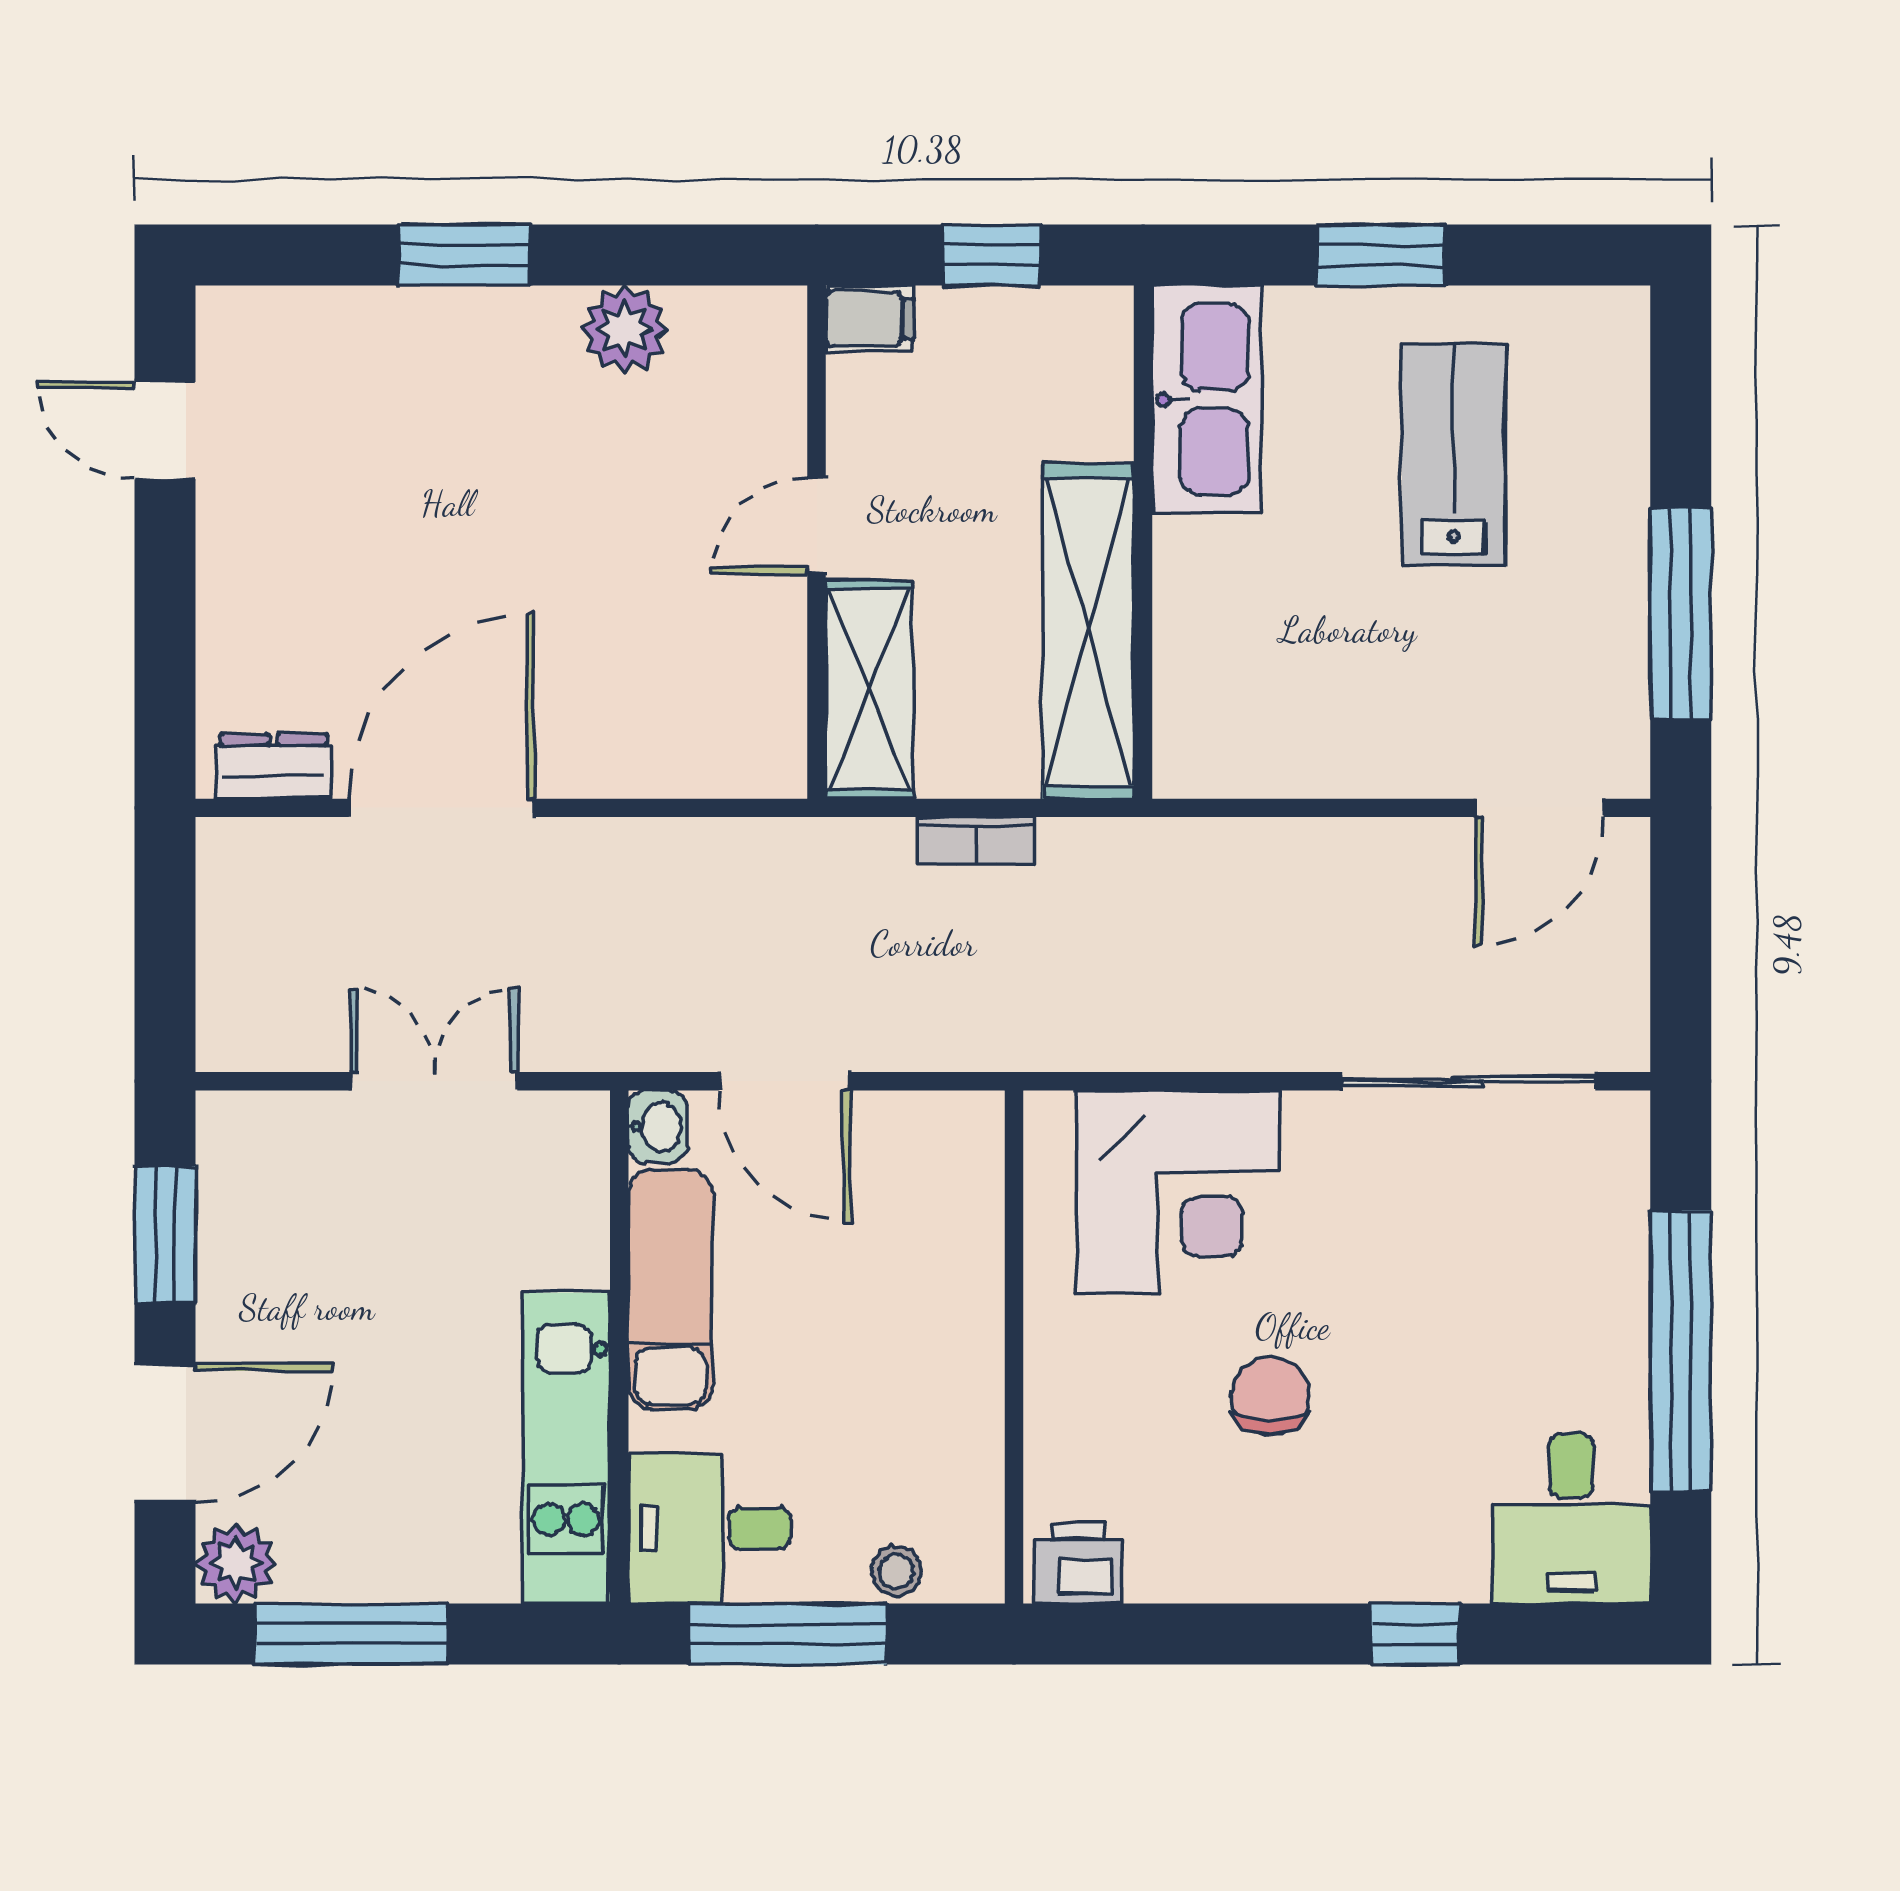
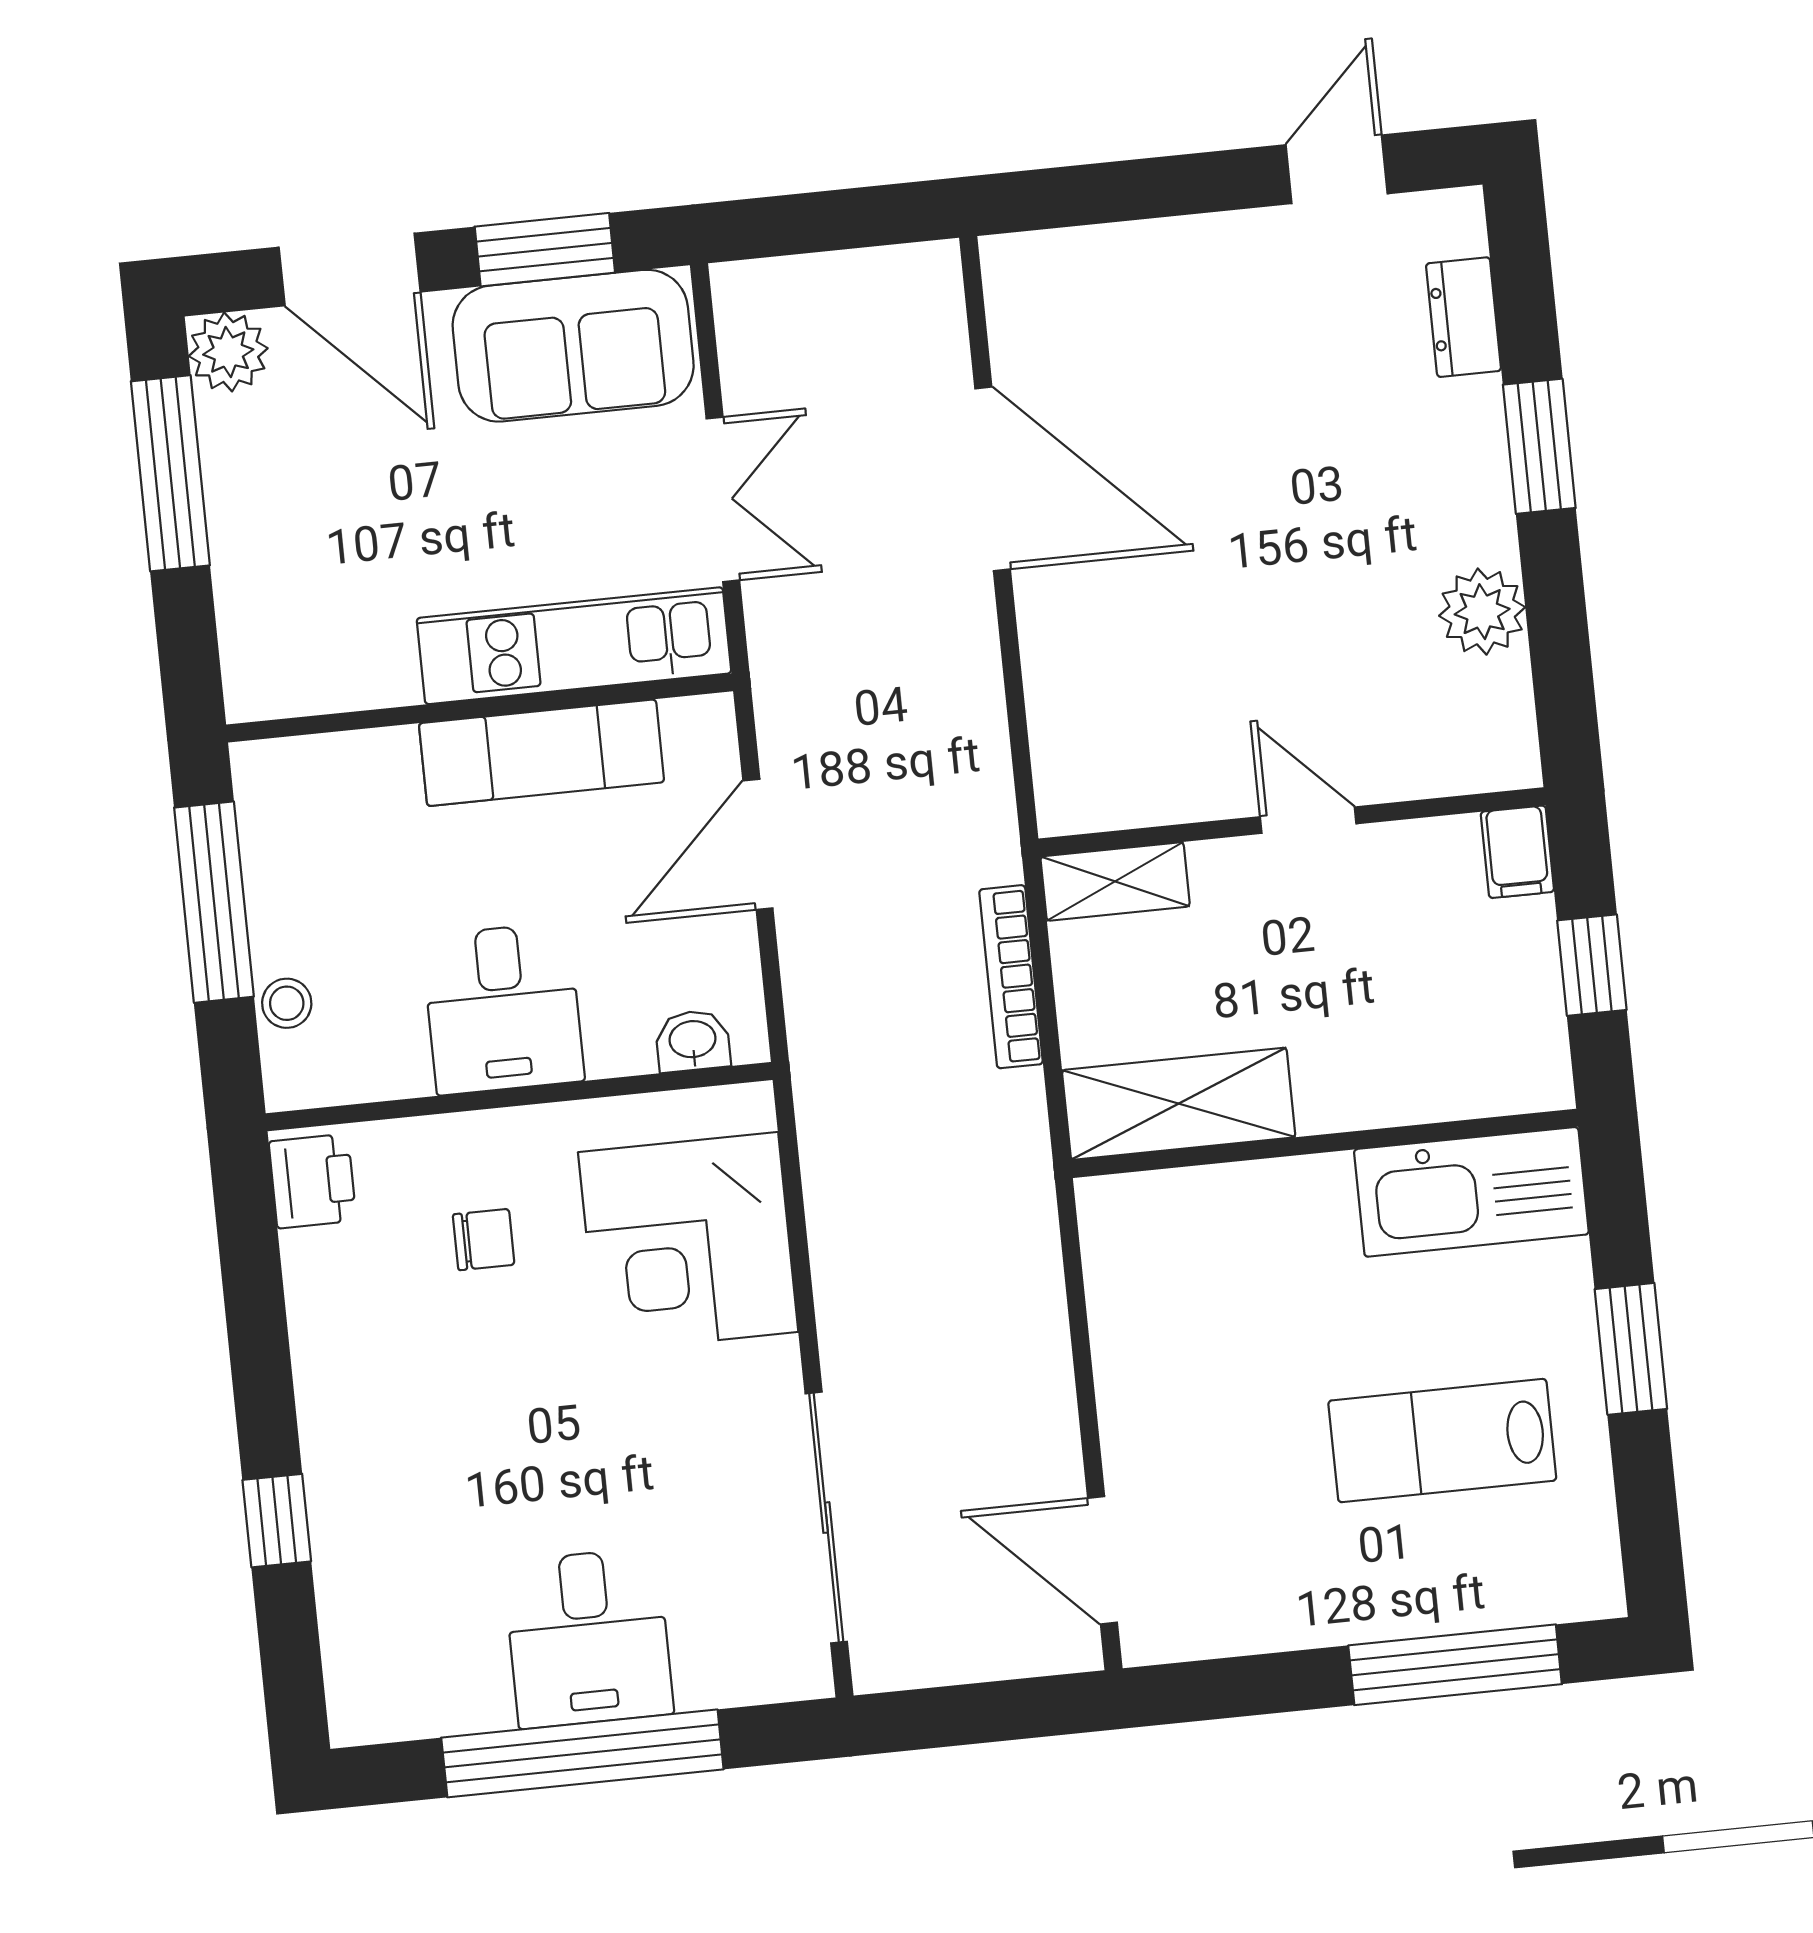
lab bench: (1454, 454) -> (1442, 1441), turned 180
window: (1681, 614) -> (1455, 1665), moved
shelving: (1088, 631) -> (1179, 1104), width x0.68
shelving: (869, 690) -> (1115, 881), width x0.67, depth x0.75
dresser: (274, 766) -> (1464, 317), moved, turned 180
bookcase: (976, 840) -> (1011, 977), width x1.56
washbasin: (658, 1127) -> (693, 1041), moved, turned 180
sofa: (264, 1216) -> (573, 346), added
chair: (1270, 1396) -> (484, 1240), moved, width x0.73, depth x0.73
kitchen unit: (566, 1448) -> (574, 646), moved
desk: (1571, 1518) -> (588, 1638), moved, turned -90
desk: (709, 1528) -> (503, 1009), moved, turned 180

